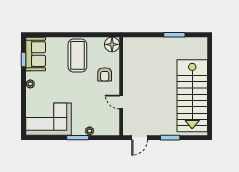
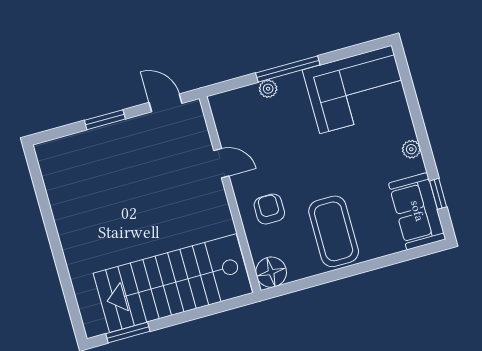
window: (174, 35) -> (128, 333), moved
stairs: (192, 96) -> (173, 283), moved, turned -90
window: (78, 138) -> (288, 69), width x1.44
door: (140, 138) -> (165, 103), hinge flipped

